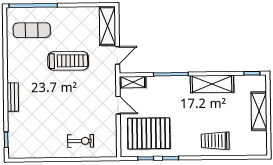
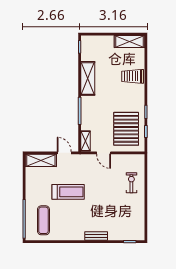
treadmill: (68, 61) -> (68, 192), turned 90
door: (118, 105) -> (104, 153), swing flipped
shelving: (259, 111) -> (129, 42), moved
trolley: (215, 141) -> (133, 76), turned 90

